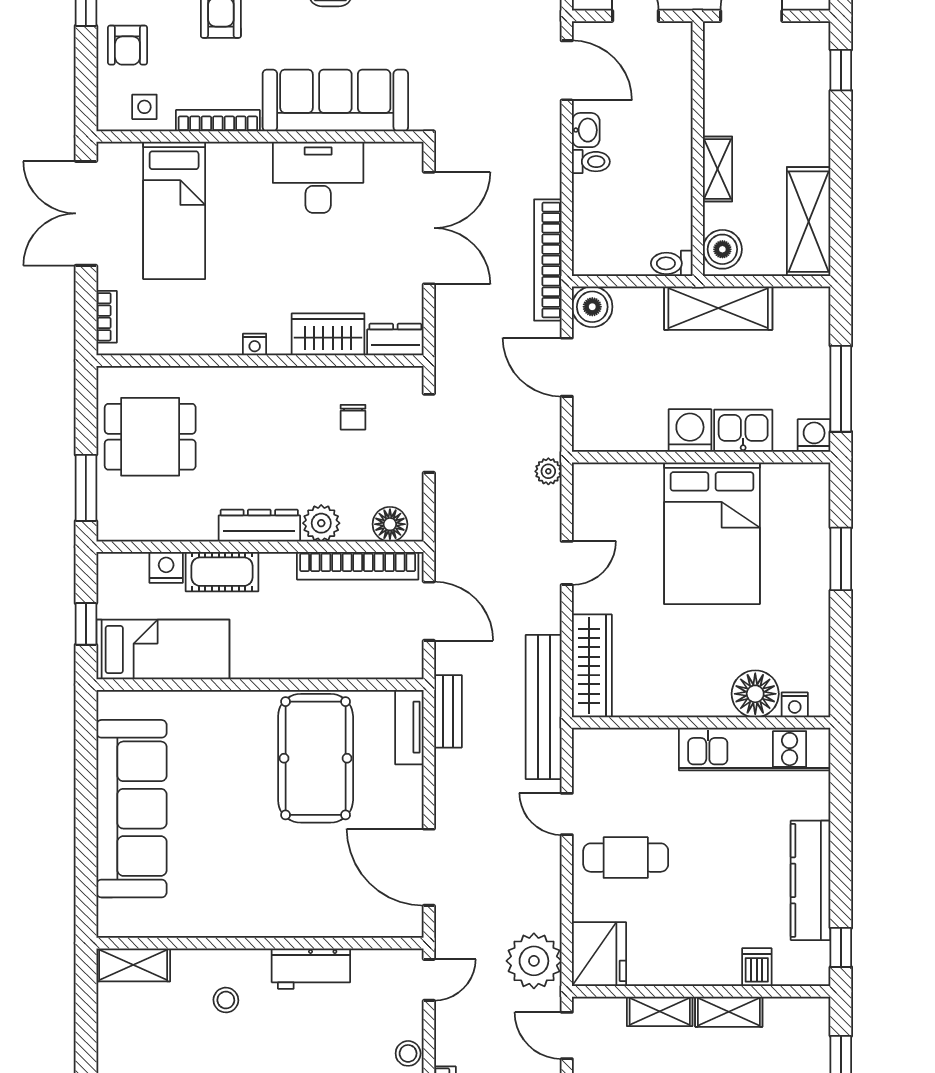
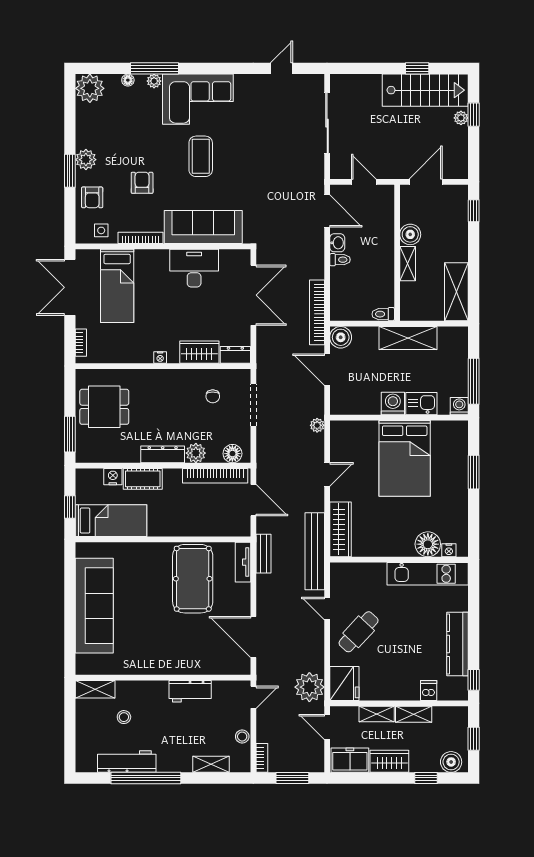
boiler: (722, 249) -> (410, 234), moved
cafe table: (626, 858) -> (359, 632), turned -47
stool: (226, 1000) -> (124, 717), moved

